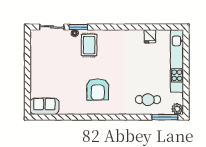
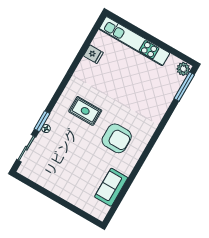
rug: (89, 45) -> (85, 111), moved
cafe table: (148, 100) -> (157, 93), removed
sofa: (44, 106) -> (111, 187), moved

